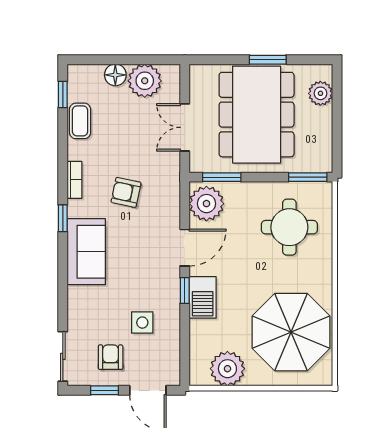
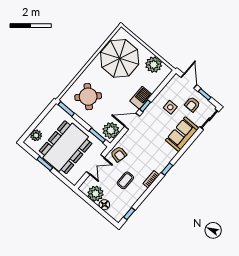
coffee table: (80, 121) -> (125, 180), moved
armchair: (126, 192) -> (119, 154), moved
round table: (289, 227) -> (88, 97), turned 45
sofa: (86, 252) -> (182, 134), moved

